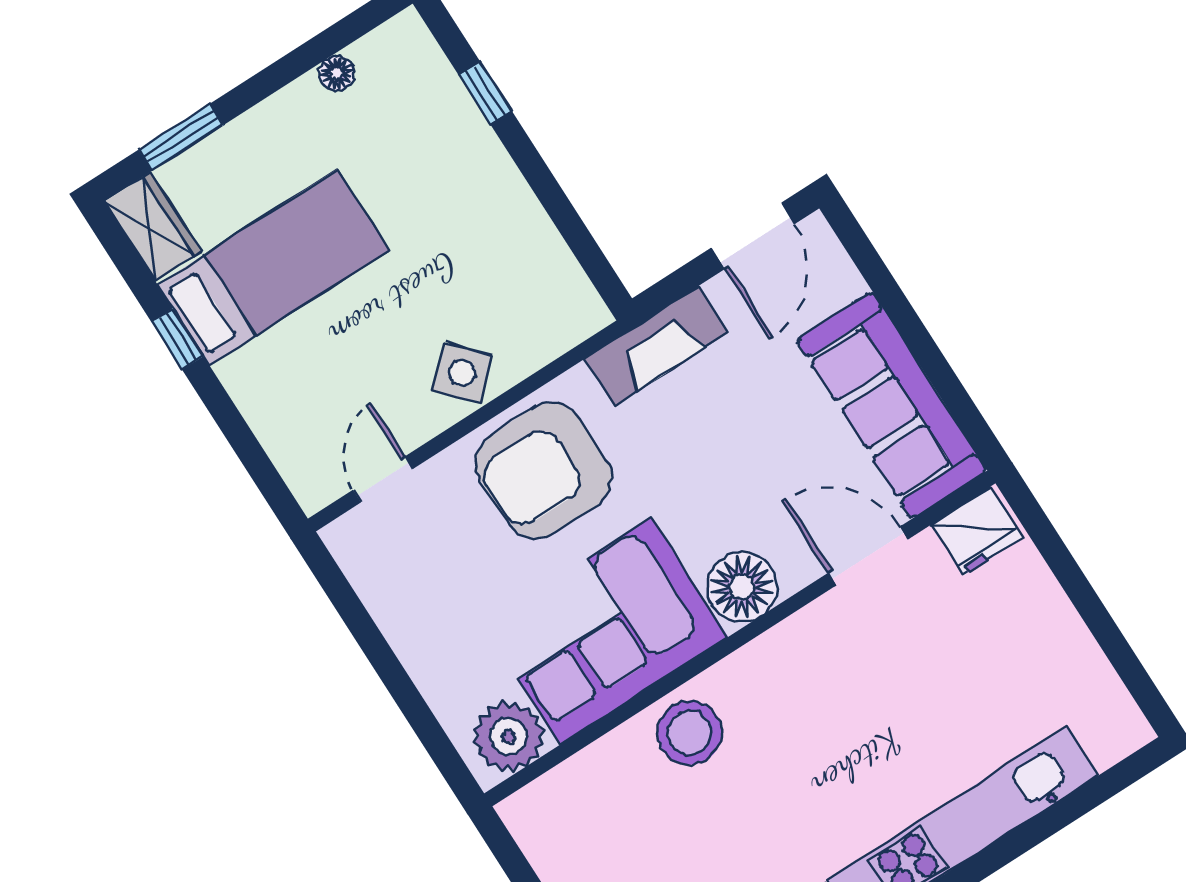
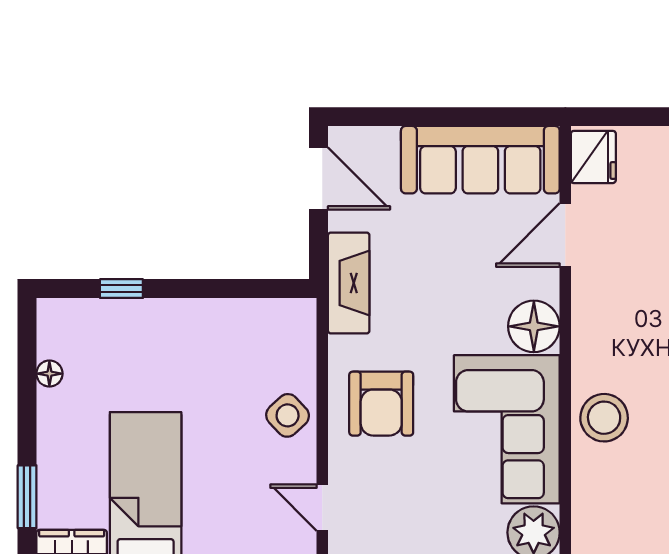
armchair: (544, 470) -> (381, 404), width x0.73, depth x0.73

